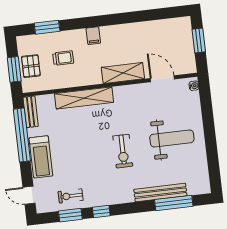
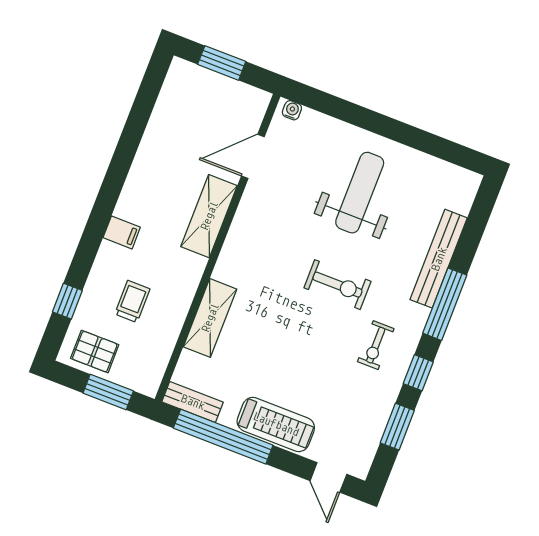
window: (47, 27) -> (67, 301), width x0.67
pallet: (31, 66) -> (95, 352), moved
shelving: (84, 98) -> (210, 318), width x0.68
door: (29, 195) -> (328, 477), hinge flipped
exercise bike: (71, 196) -> (376, 345), moved
window: (174, 203) -> (445, 304), moved

